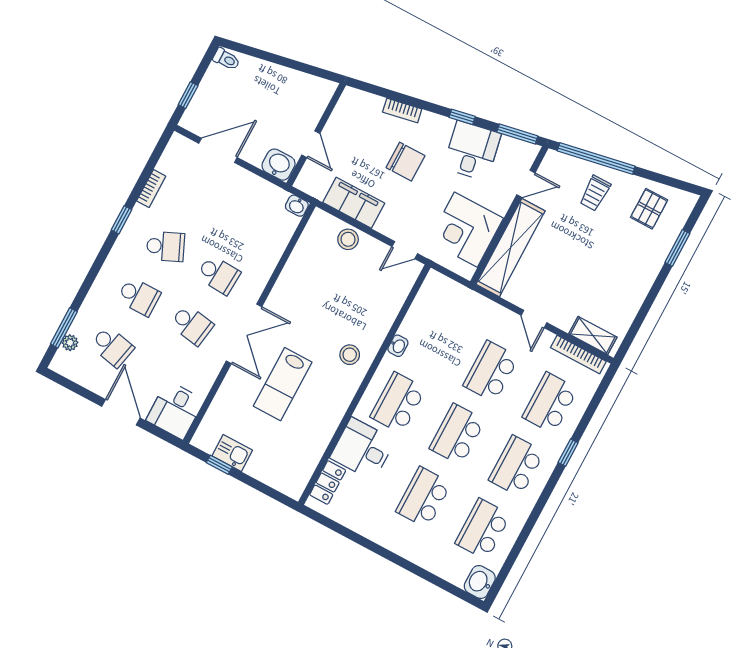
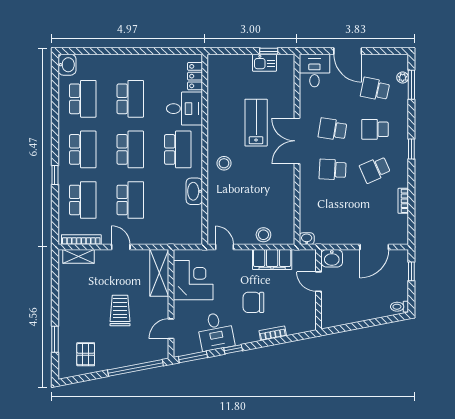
trolley: (595, 193) -> (120, 311), moved, width x1.36, depth x1.39
window: (121, 220) -> (411, 149), moved
shelving: (511, 248) -> (159, 273), width x0.68
door: (405, 250) -> (224, 247), hinge flipped
washbasin: (398, 346) -> (194, 191), width x1.91, depth x1.45

